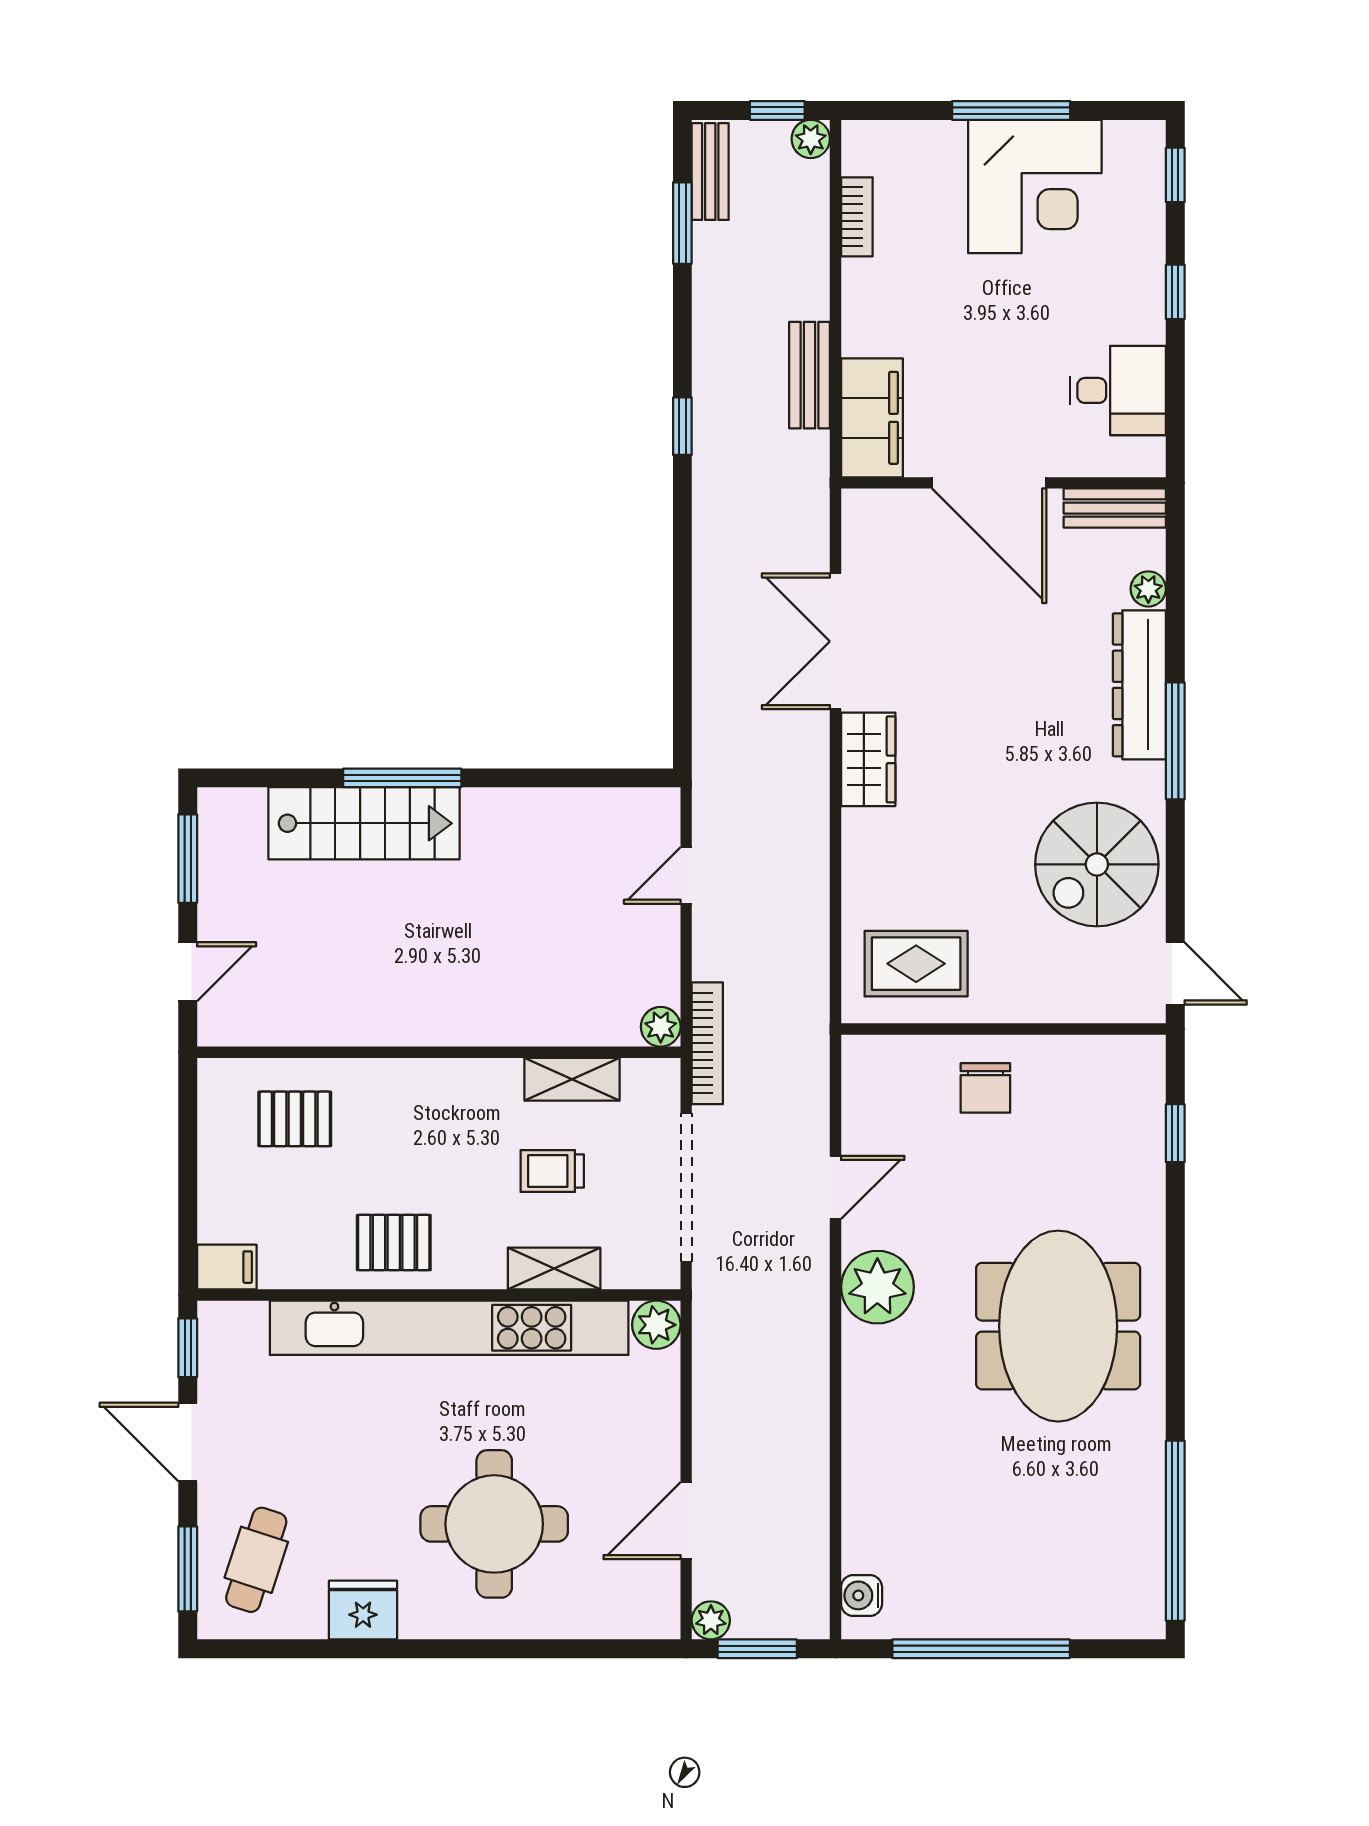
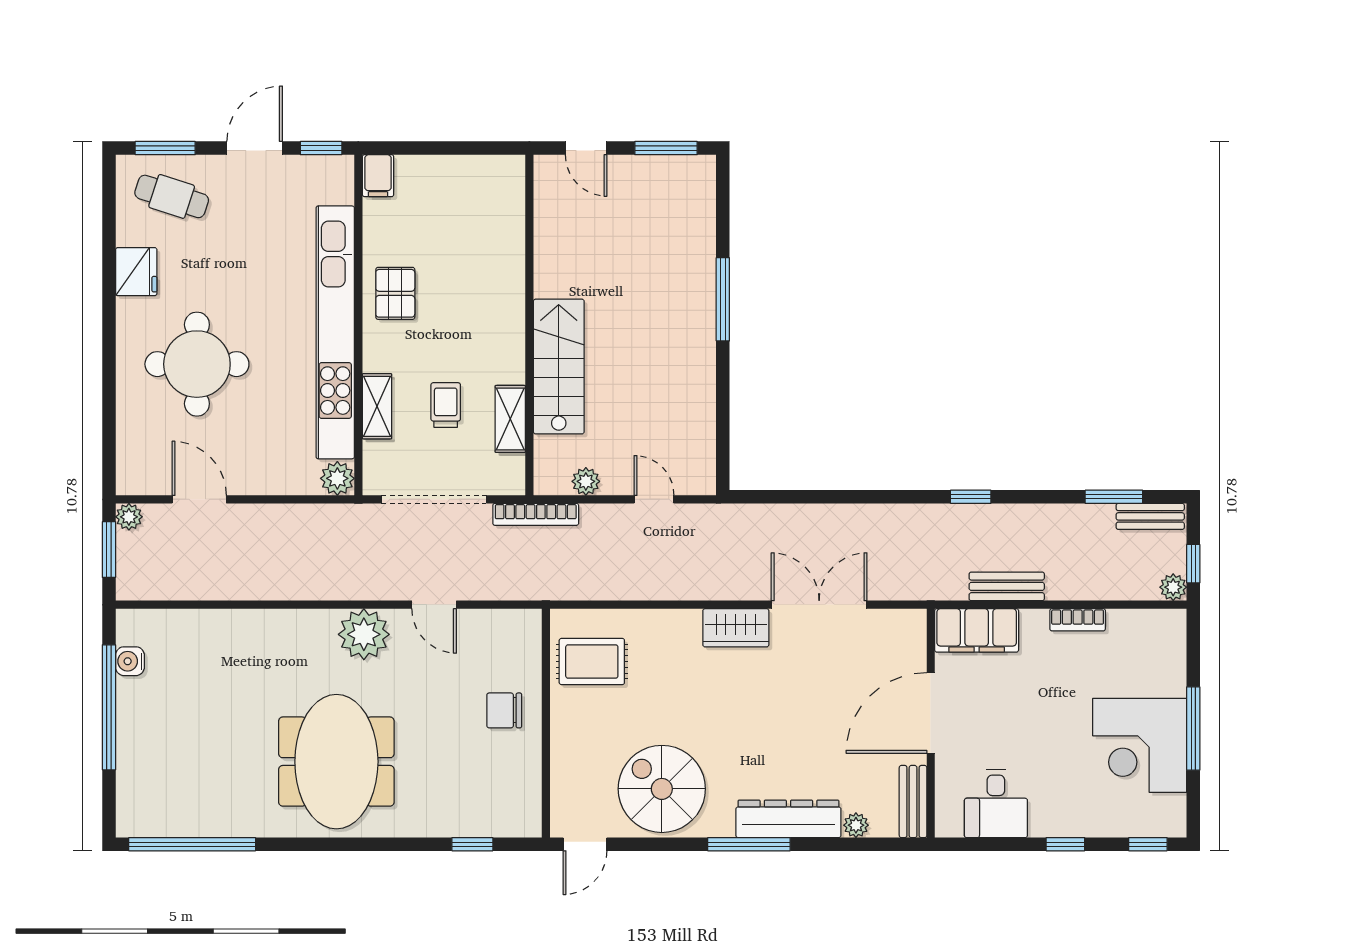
bookcase: (857, 217) -> (1078, 620), moved
stairs: (364, 823) -> (559, 367), moved, turned 180
rug: (916, 964) -> (592, 661), turned 90
plant: (661, 1027) -> (586, 481), moved
pallet: (295, 1119) -> (482, 224), removed
meeting table: (1058, 1326) -> (336, 762), turned 90
water cooler: (862, 1595) -> (130, 661), moved, turned -90

